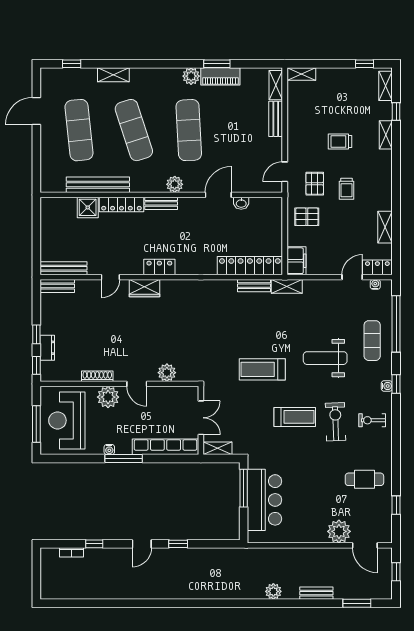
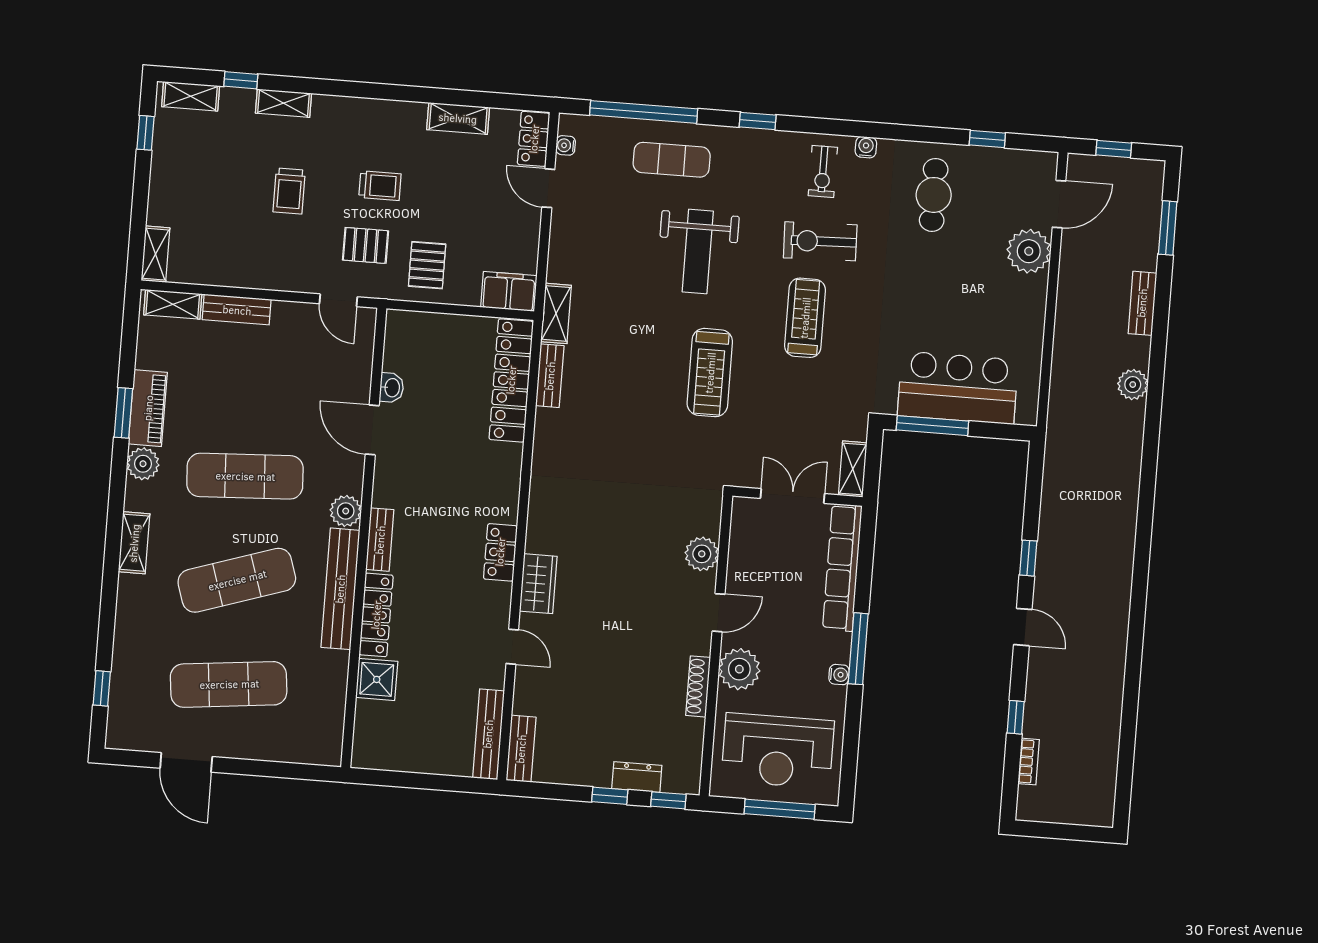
shelving: (113, 75) -> (134, 543), moved
bench: (98, 185) -> (340, 589), moved
water cooler: (387, 386) -> (866, 147), moved

